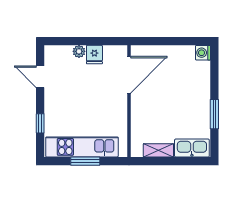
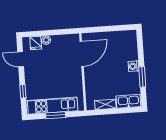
washing machine: (203, 53) -> (134, 66), moved
fridge: (94, 55) -> (36, 43), moved

